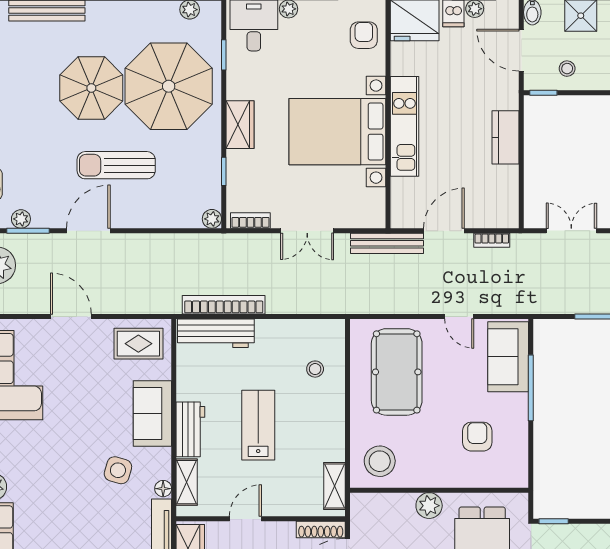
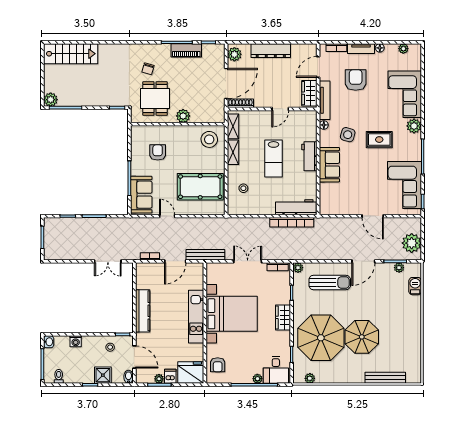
kitchen counter: (506, 137) -> (143, 311), width x1.50
sun lounger: (116, 165) -> (330, 282), moved
rug: (138, 344) -> (379, 140), moved
pool table: (397, 372) -> (200, 187), turned 90
armchair: (477, 437) -> (158, 152), turned 180
shelving: (187, 482) -> (233, 152), moved

